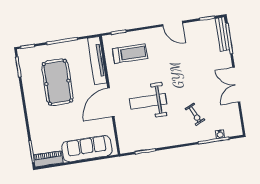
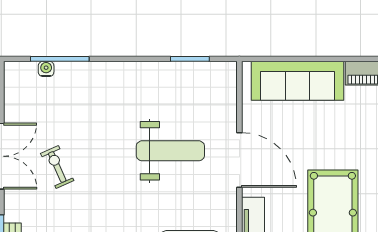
door: (111, 102) -> (239, 160), hinge flipped
exercise bike: (195, 114) -> (57, 167), moved

